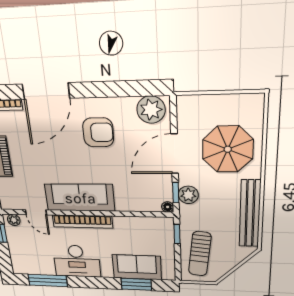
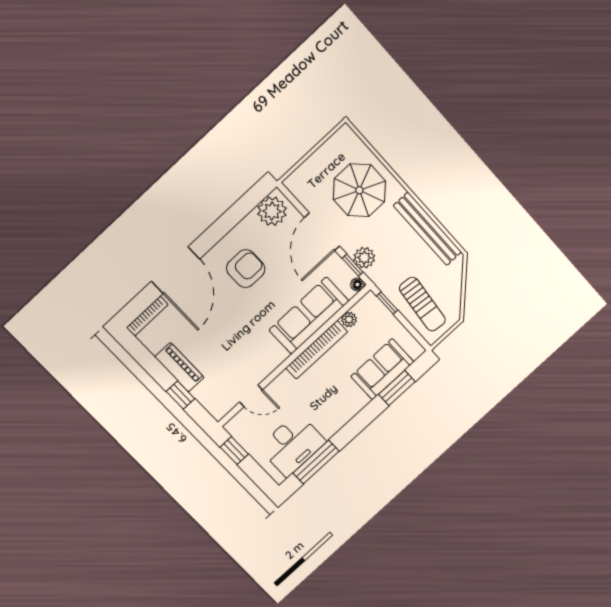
sofa: (80, 198) -> (309, 316), moved
plant: (14, 220) -> (349, 319), moved
bookcase: (82, 222) -> (317, 350), moved
desk: (77, 261) -> (292, 445), moved

